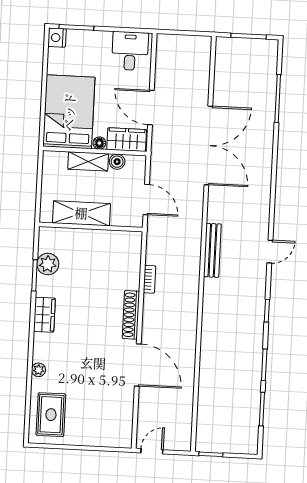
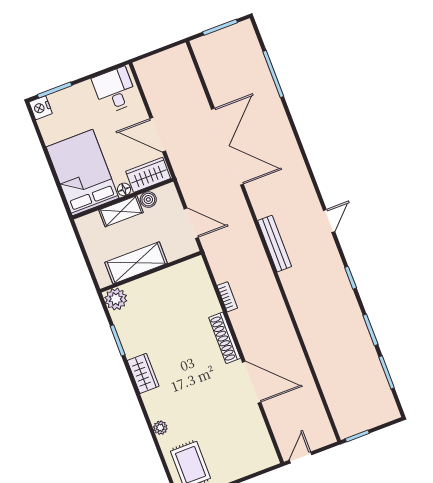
plant: (48, 264) -> (116, 299), moved

